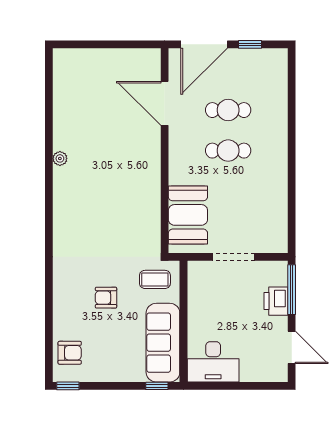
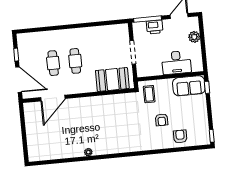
sofa: (163, 343) -> (189, 86), width x0.73
armchair: (70, 353) -> (180, 136), moved
desk: (213, 362) -> (176, 63), moved, turned 90
plant: (251, 371) -> (194, 37), added

